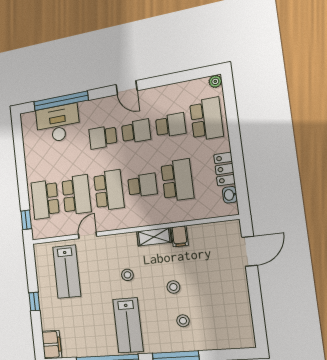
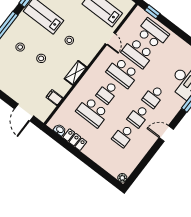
school desk: (206, 119) -> (108, 156), removed
school desk: (103, 137) -> (153, 97), turned 180
filing cabinet: (180, 236) -> (54, 98), moved

